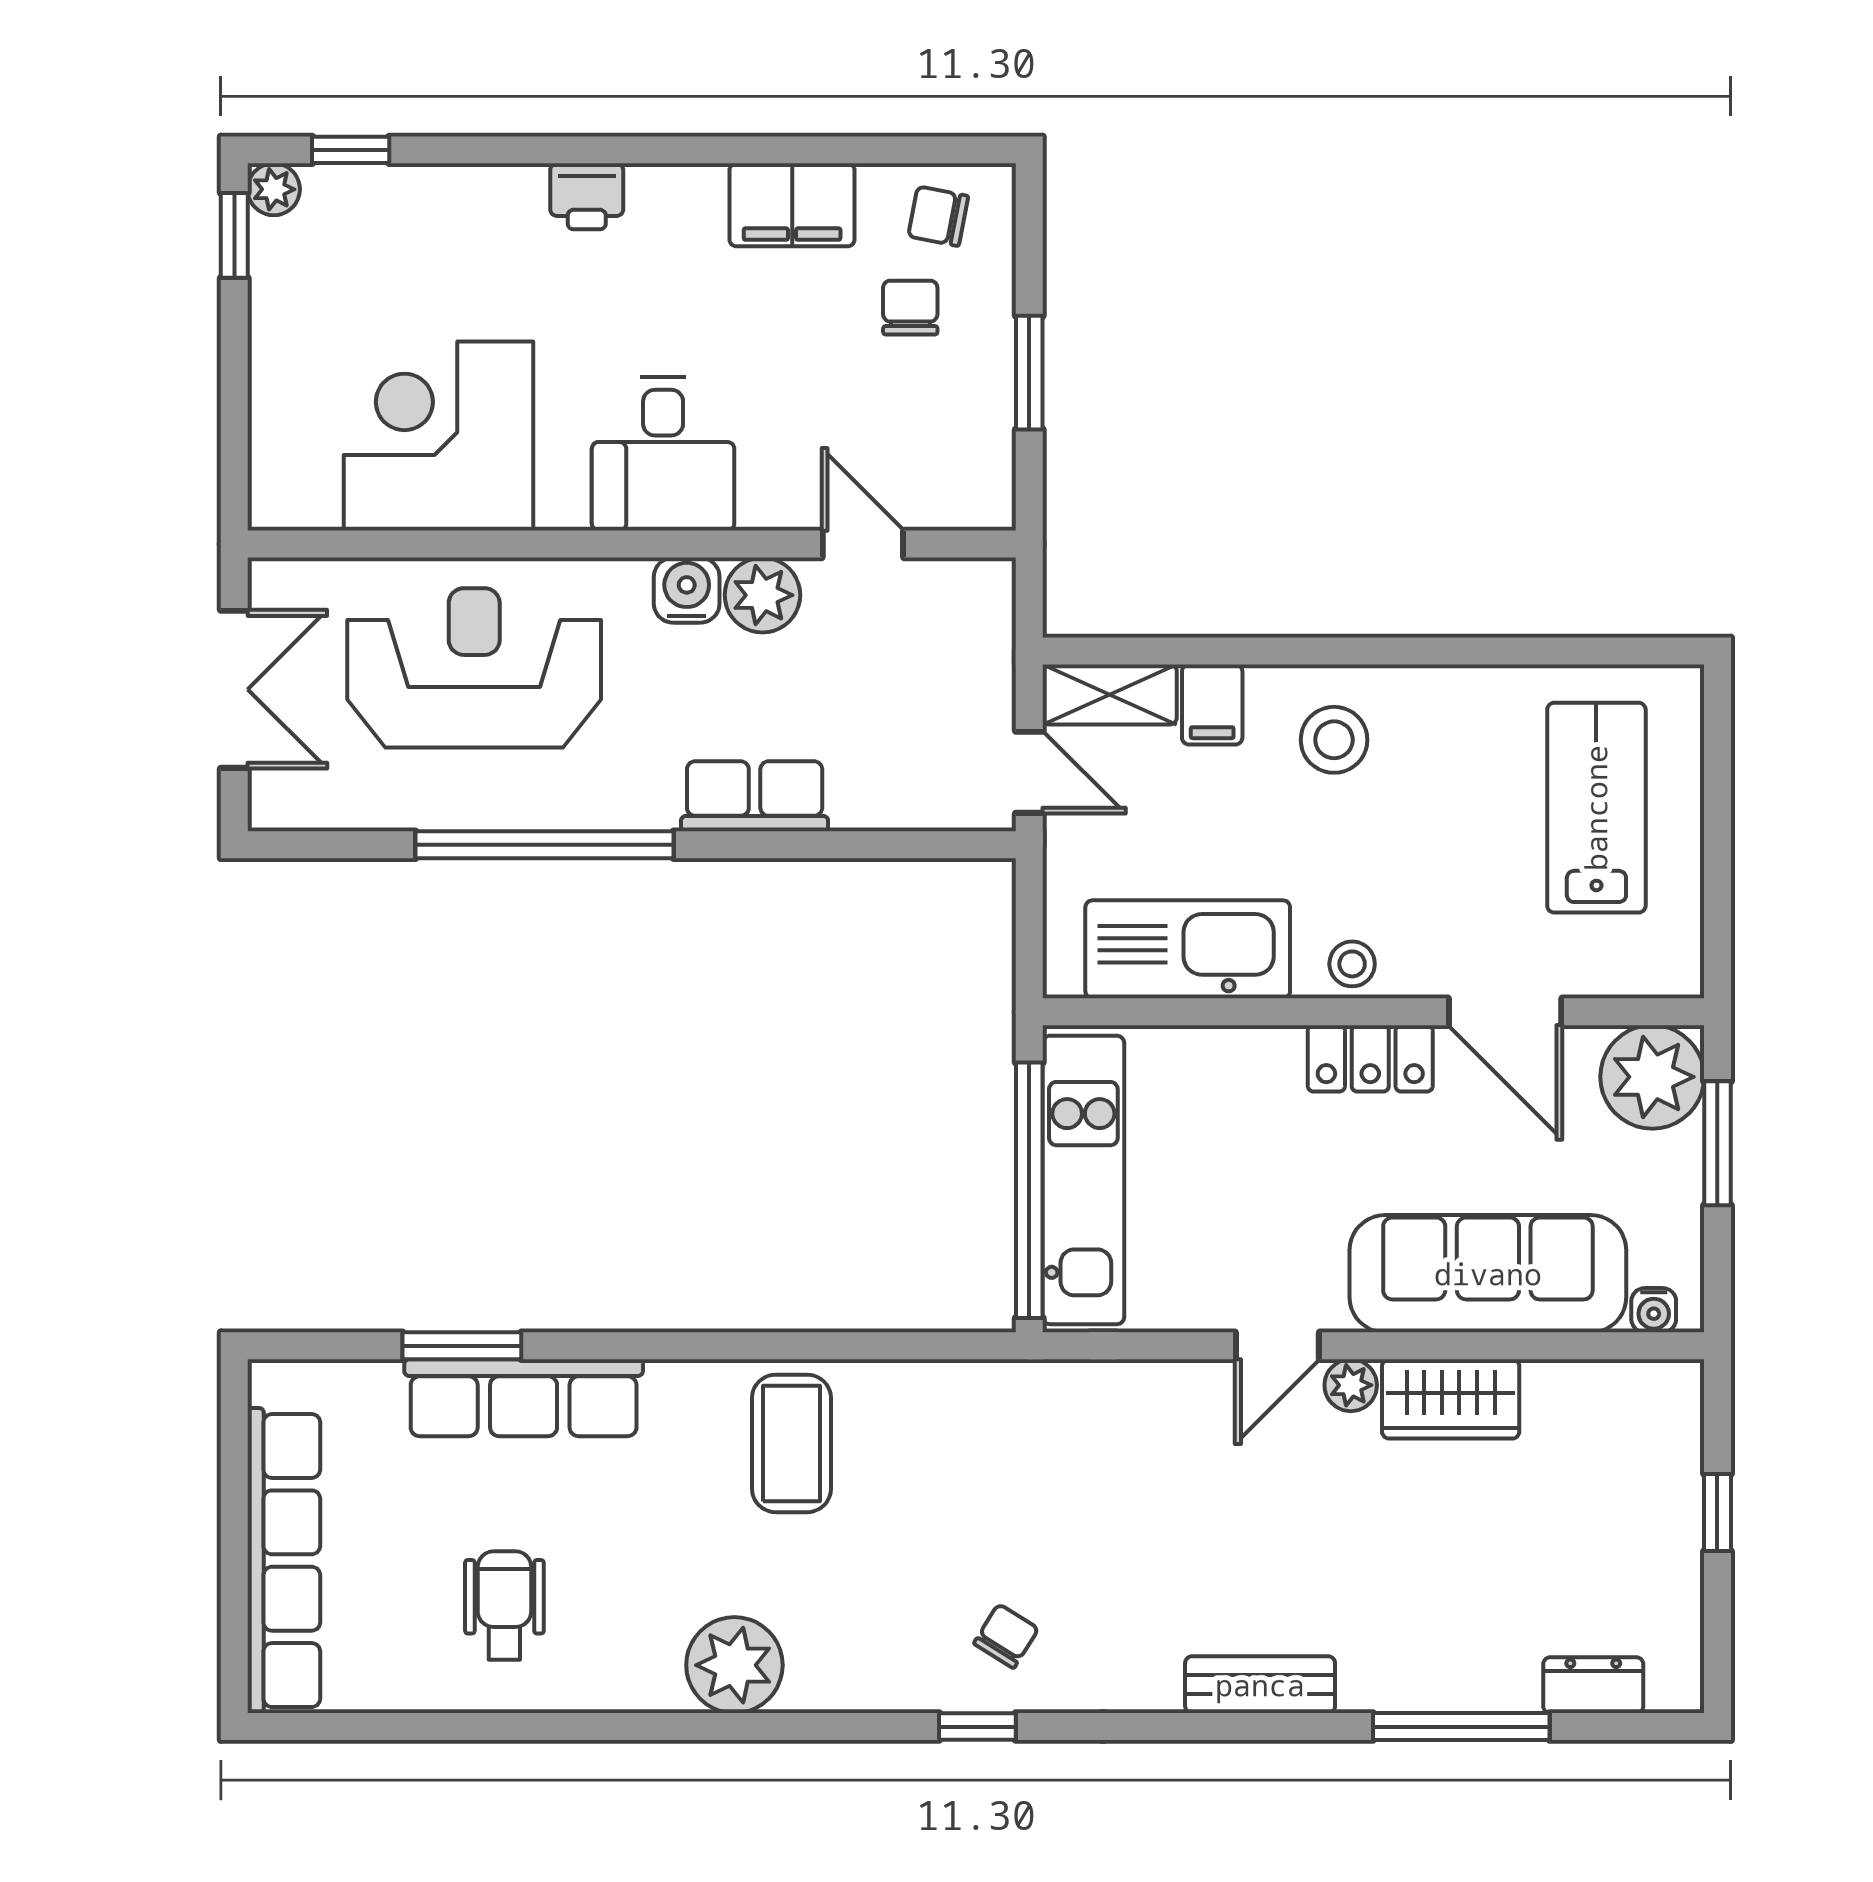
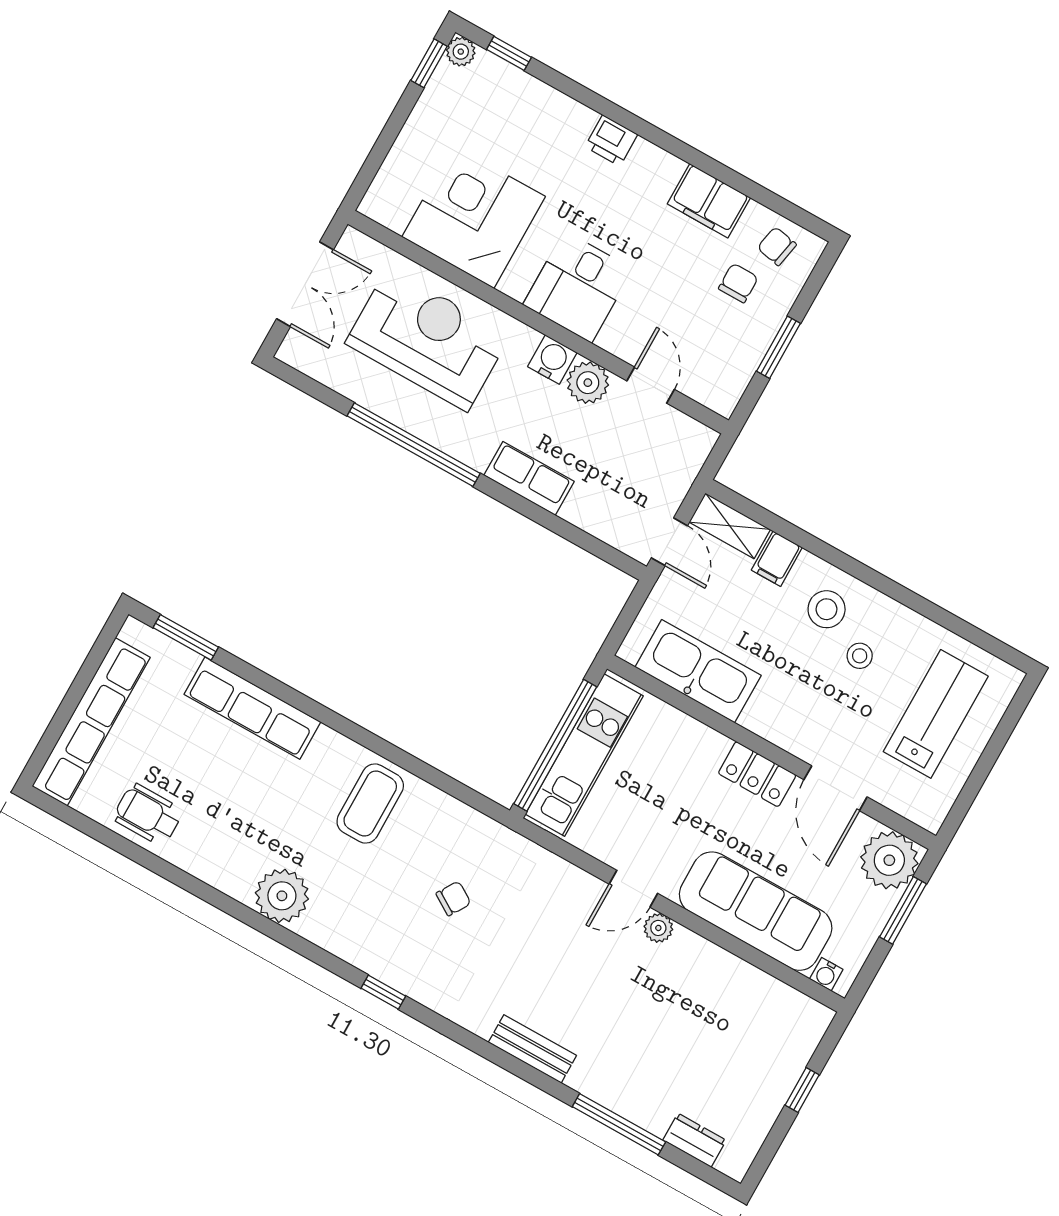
stool: (1352, 964) -> (860, 656), moved
window: (462, 1346) -> (186, 637), moved
wardrobe: (1451, 1399) -> (703, 962), removed
wheelchair: (504, 1605) -> (148, 815), moved, turned -90
chair: (1006, 1636) -> (453, 898), moved

